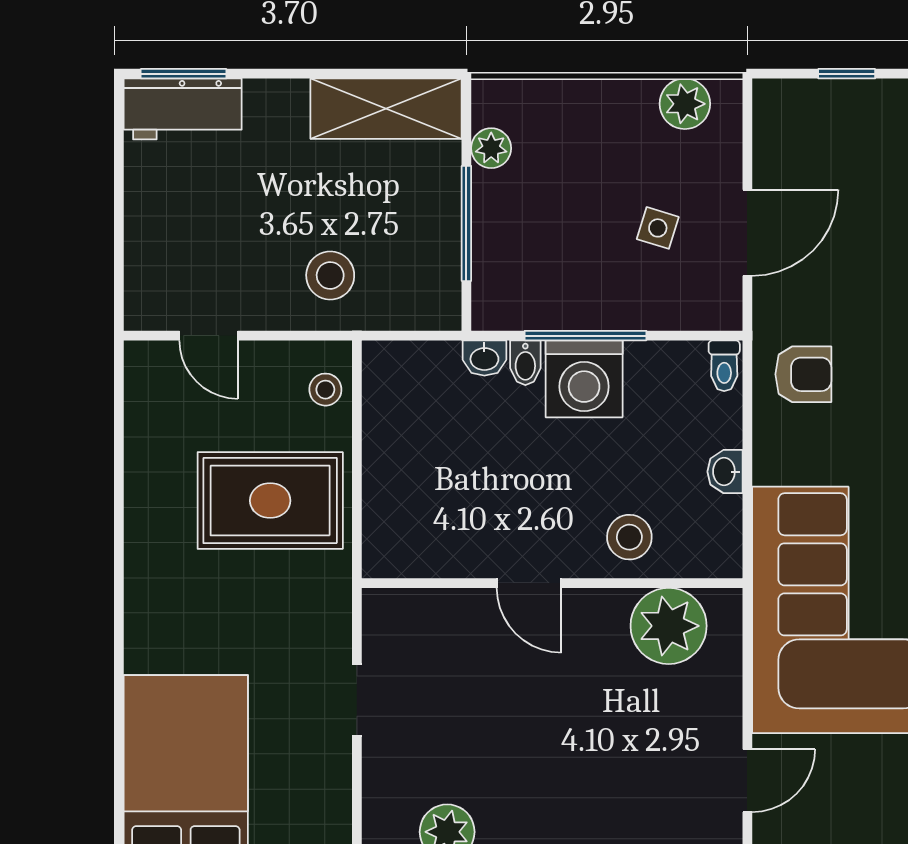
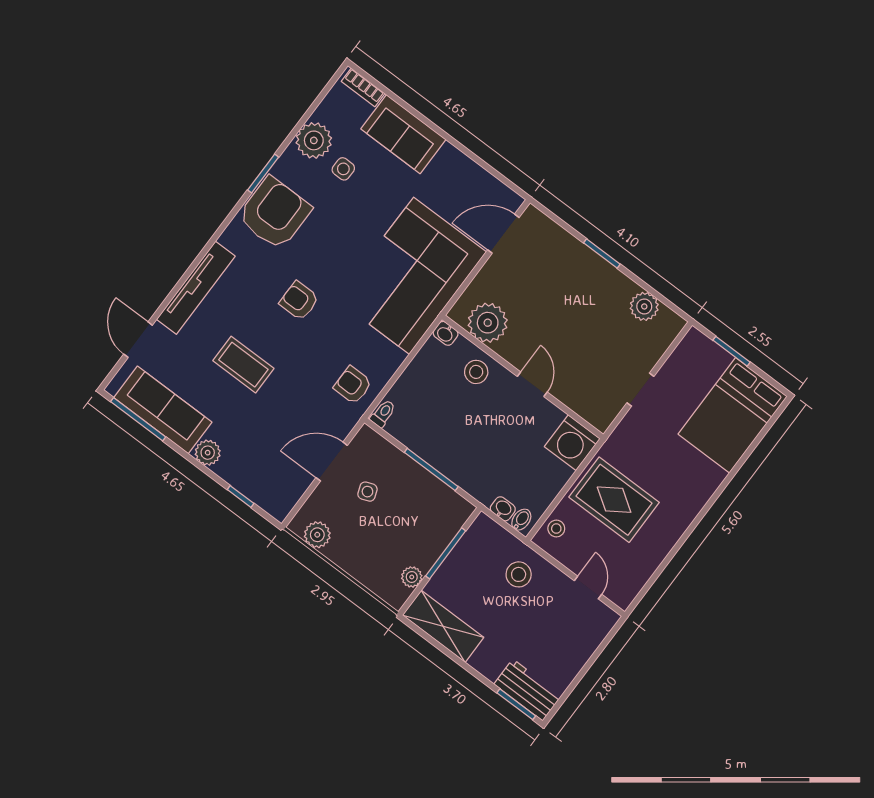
side table: (658, 228) -> (367, 492), turned -38
washbasin: (484, 358) -> (503, 509), moved
bidet: (525, 363) -> (521, 520), moved
washing machine: (584, 379) -> (572, 443), moved, turned 180
washbasin: (725, 472) -> (446, 333), moved, turned 90
door: (747, 781) -> (503, 234), width x1.38

